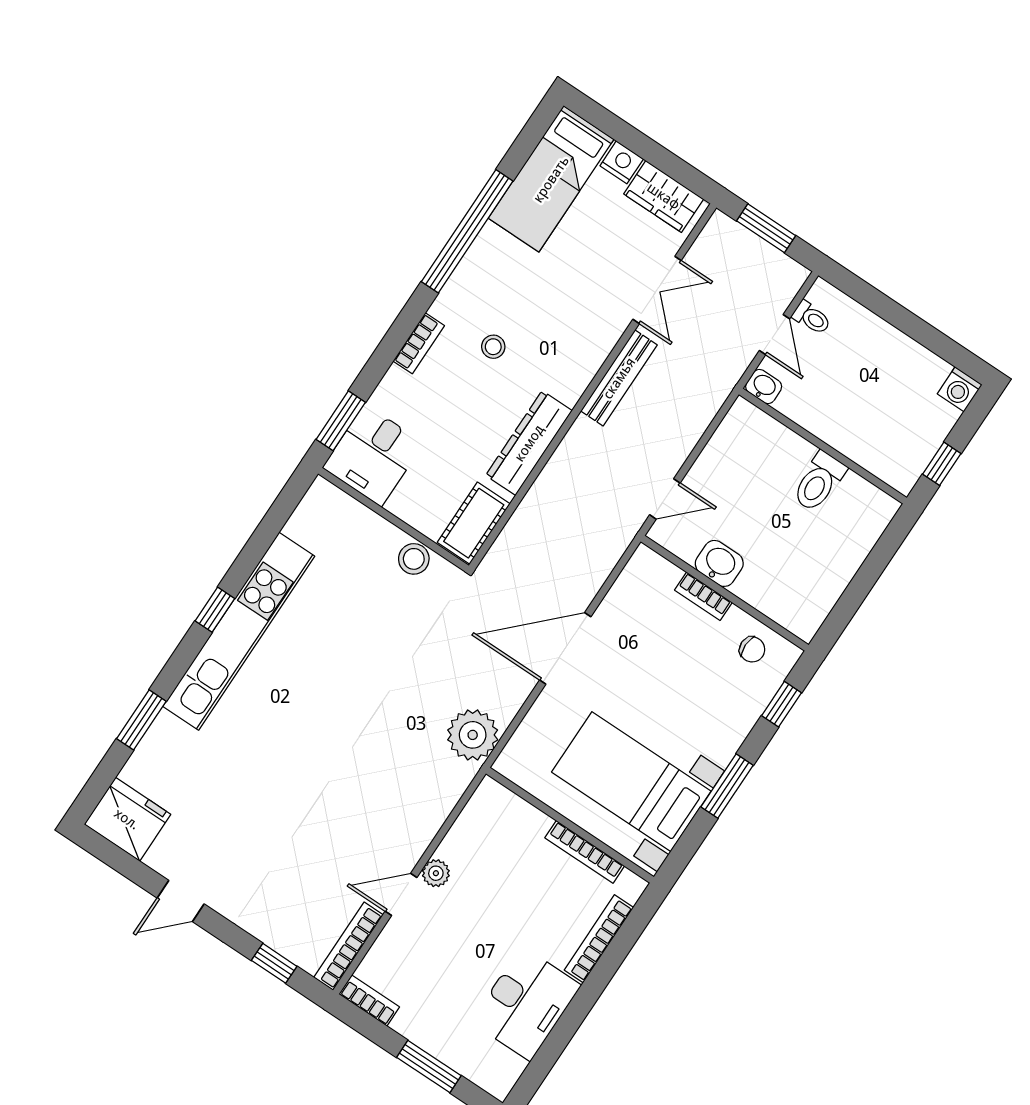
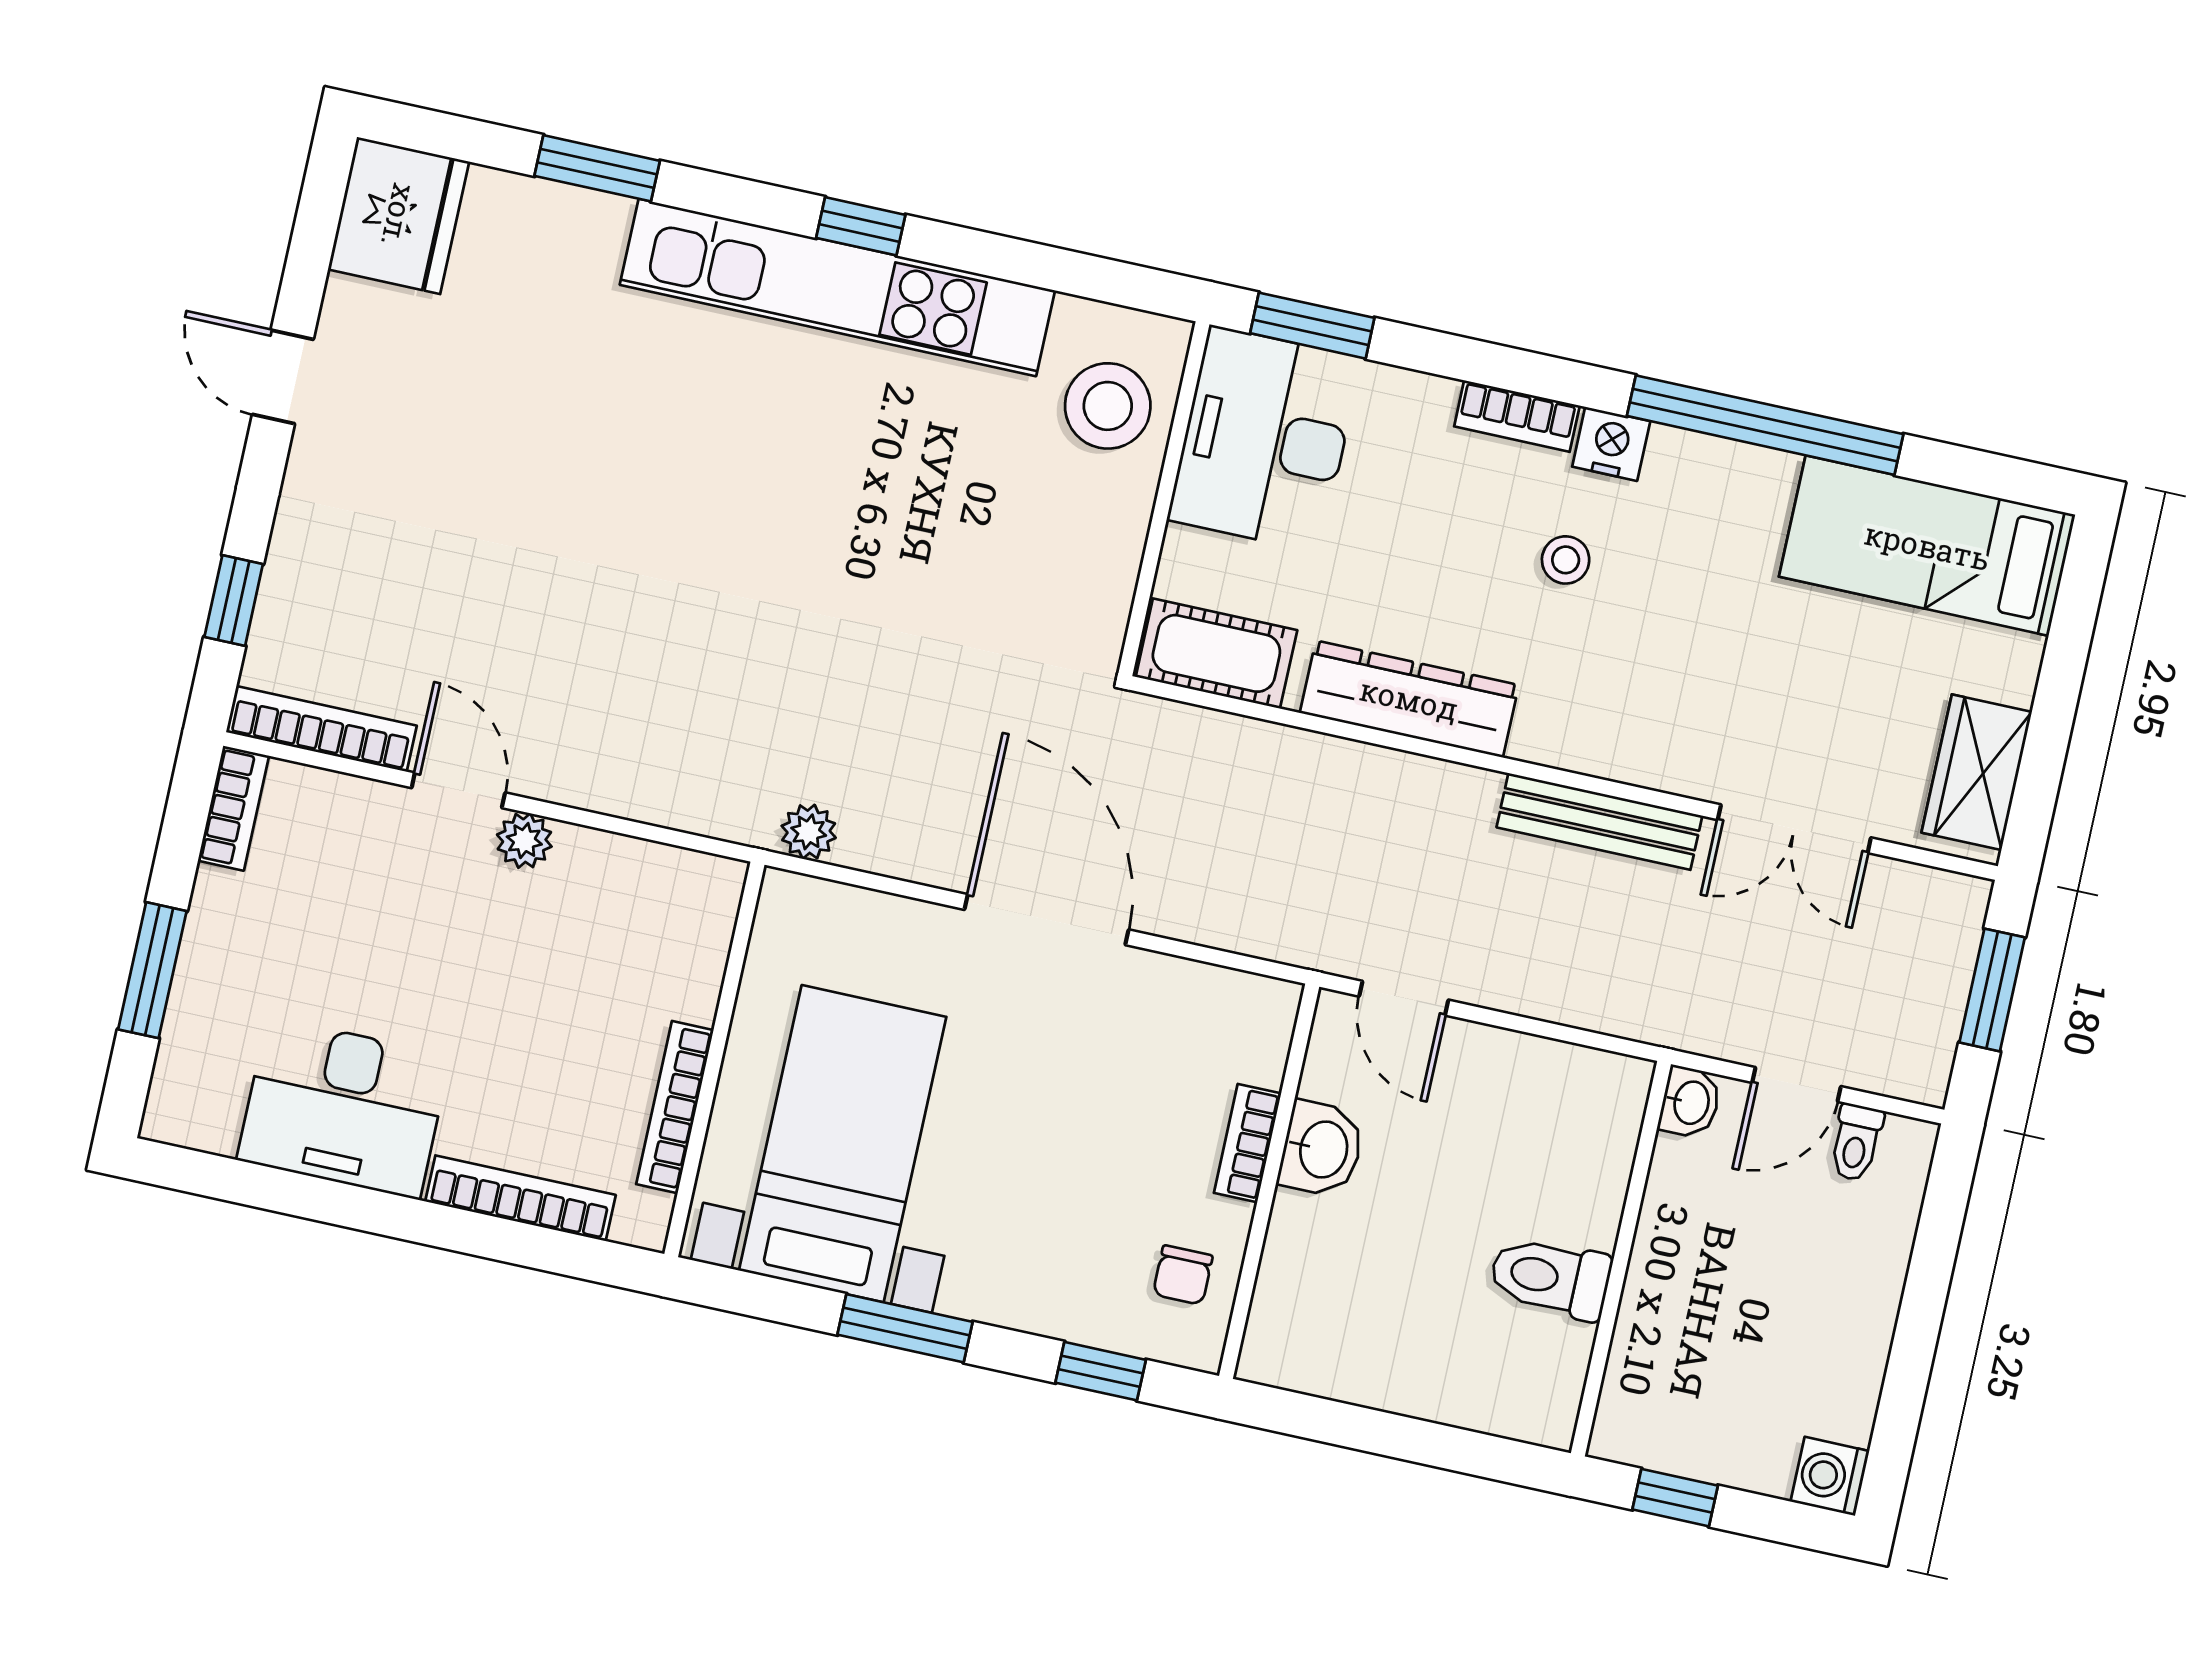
nightstand: (622, 162) -> (1611, 444), moved, turned -90
desk: (373, 455) -> (1265, 439), width x1.37
stool: (414, 559) -> (1108, 406), moved, width x1.38, depth x1.38
plant: (473, 735) -> (809, 832), width x0.53, depth x0.53

